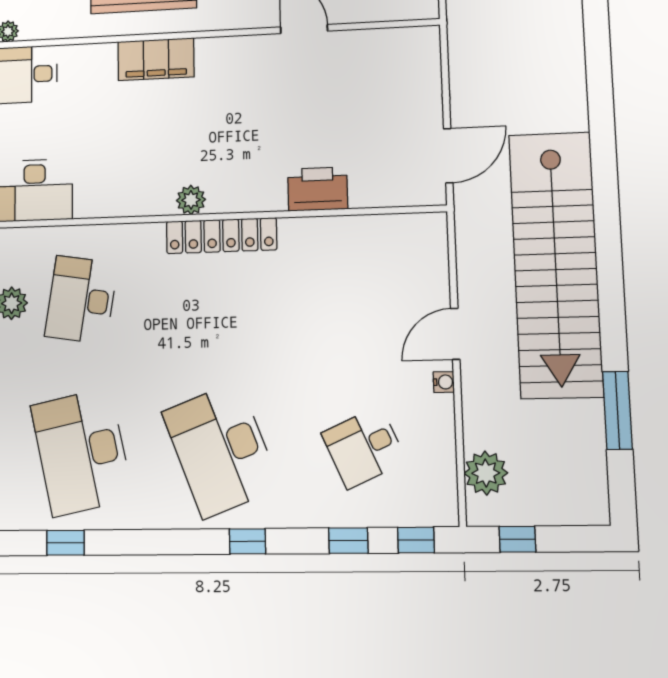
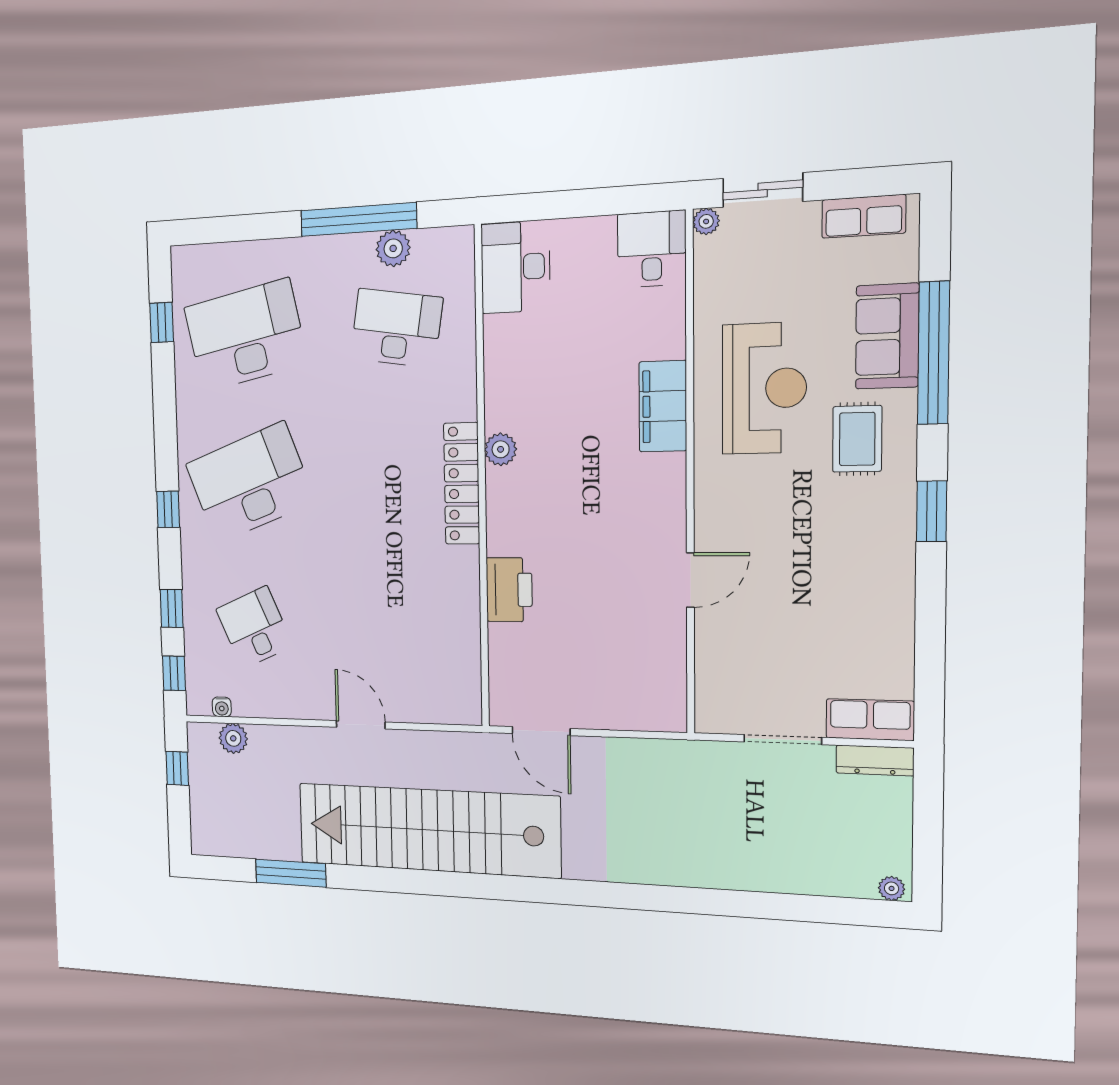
water cooler: (444, 382) -> (222, 707), moved
plant: (486, 473) -> (233, 738), width x0.73, depth x0.73

